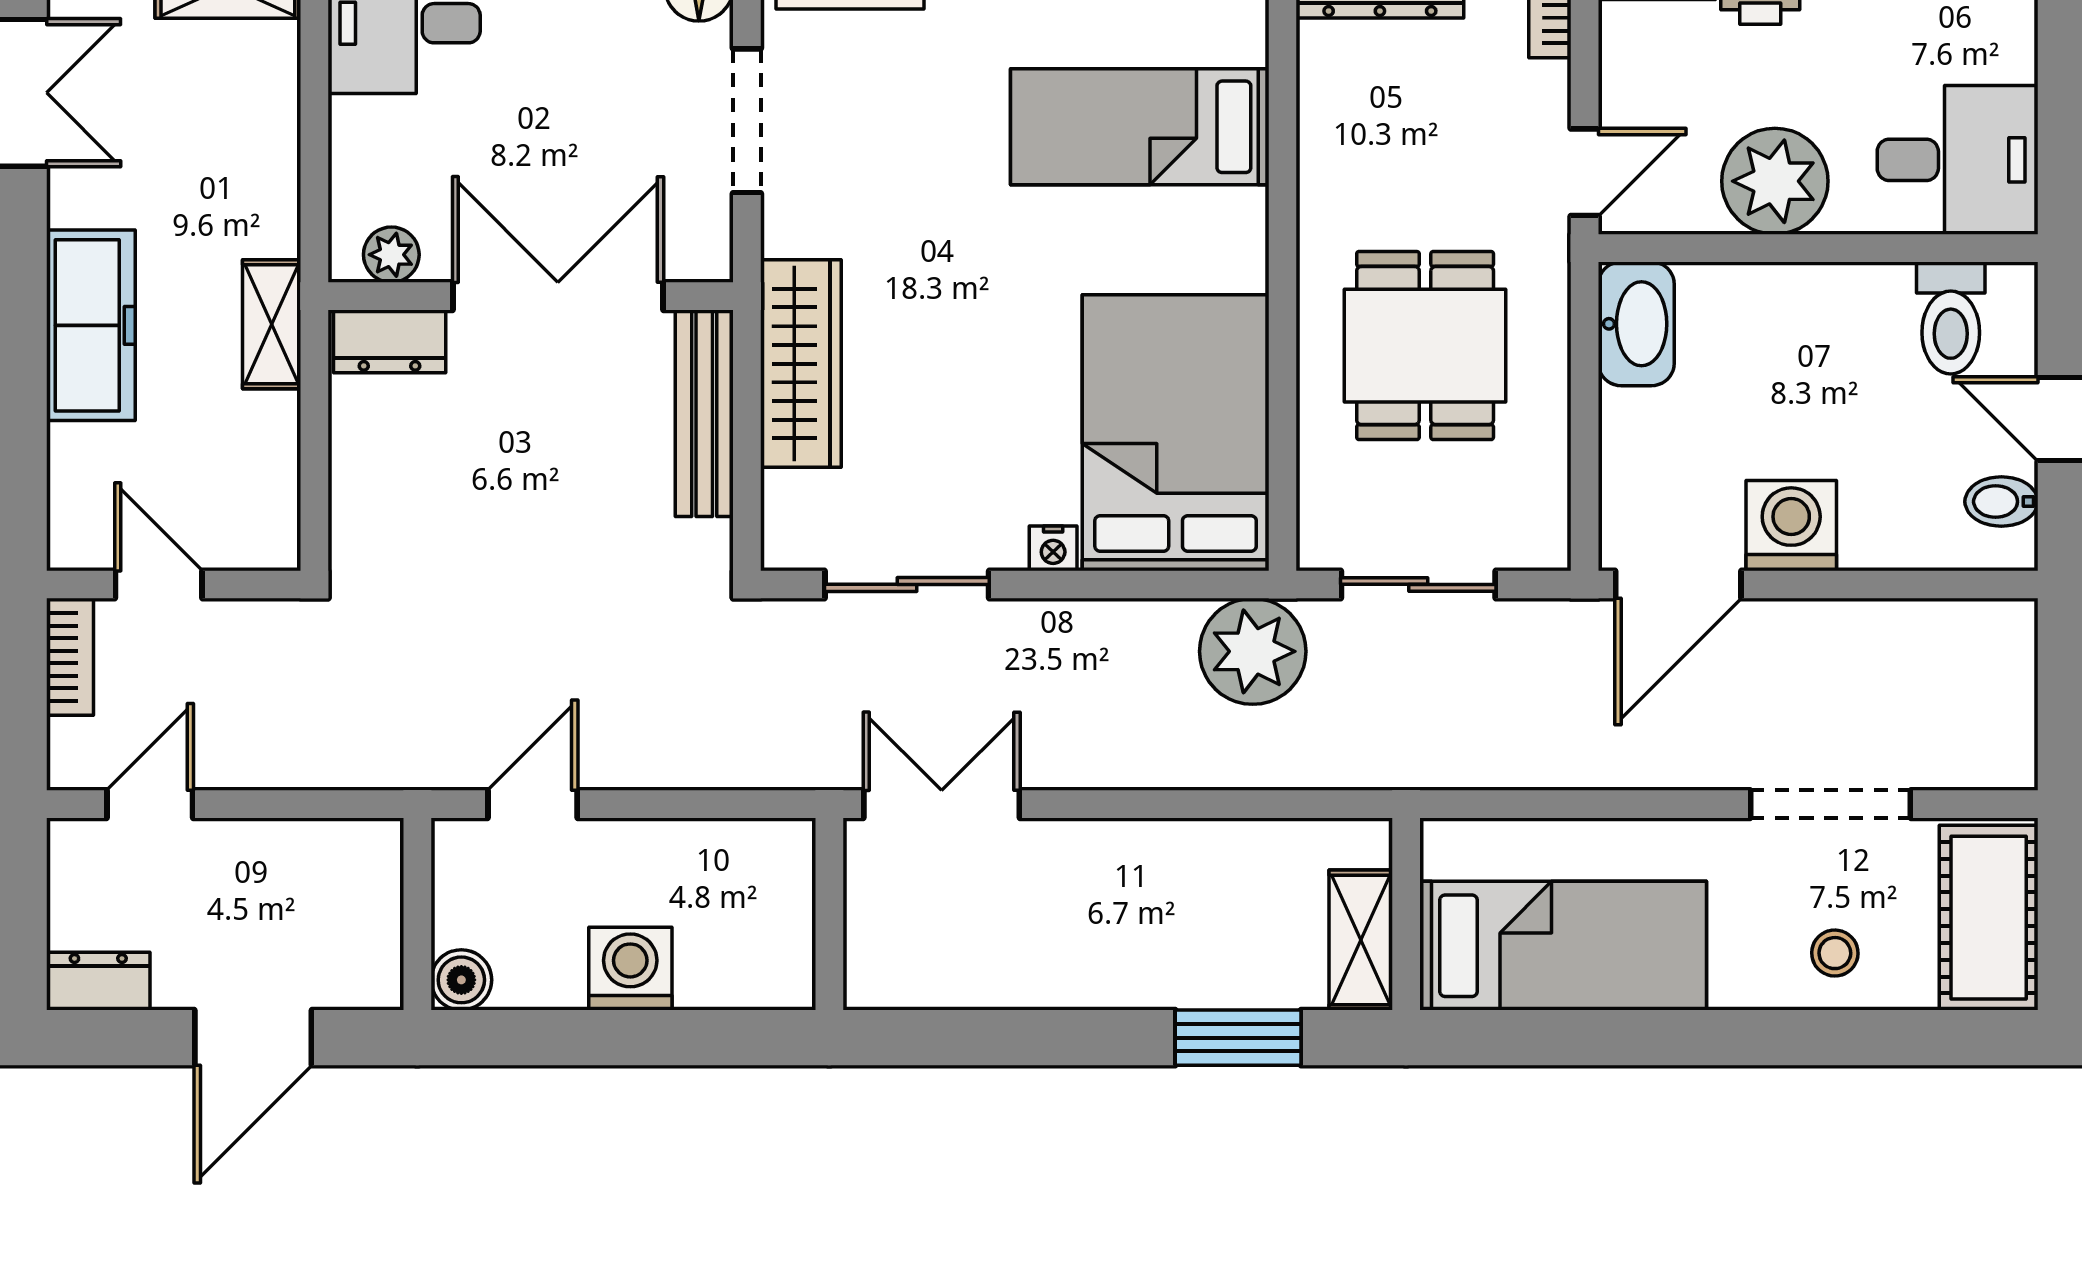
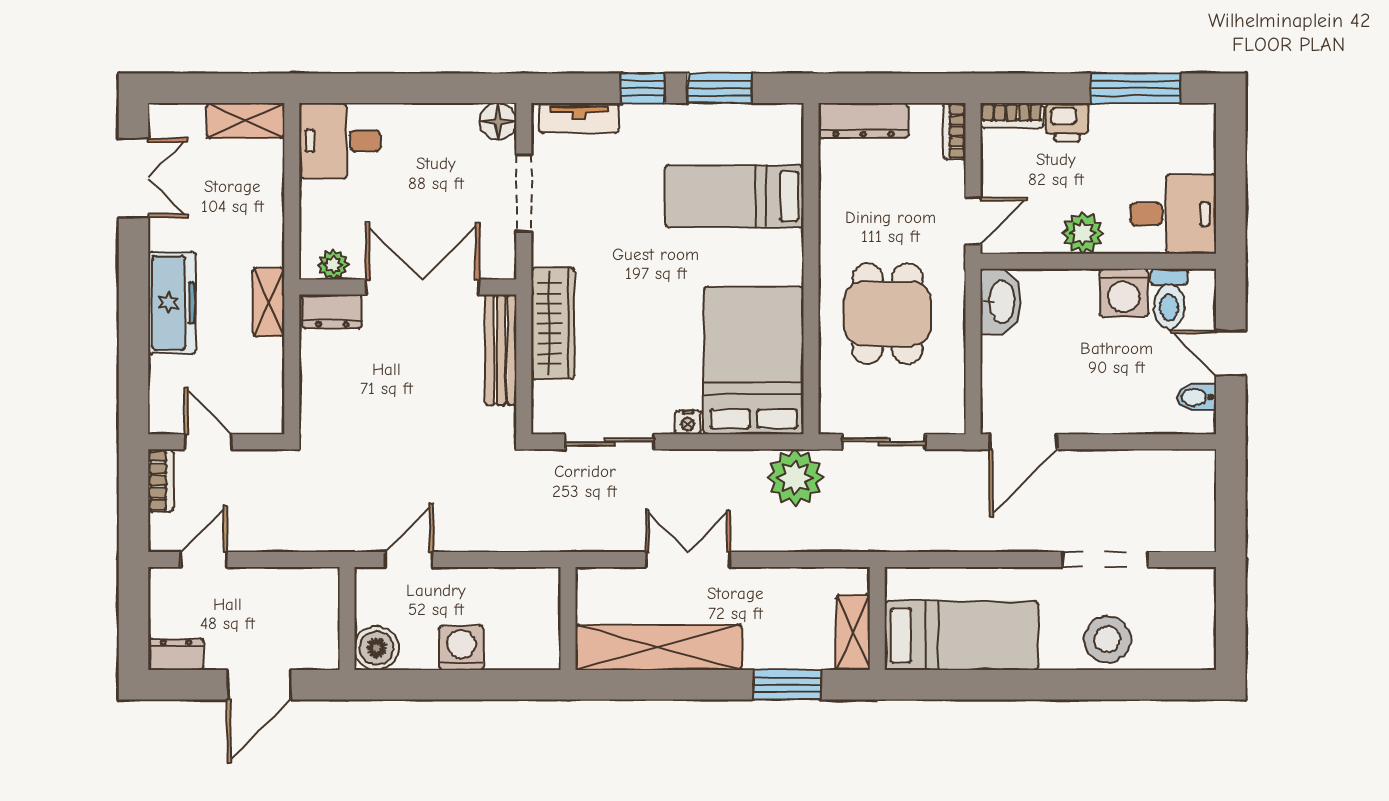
plant: (1775, 181) -> (1083, 233), width x0.73, depth x0.73
washing machine: (1791, 526) -> (1124, 293), moved, turned 180
double door: (942, 804) -> (688, 560), moved
cot: (1989, 918) -> (1190, 620), removed
stool: (1835, 953) -> (1107, 639), width x1.89, depth x1.89
shelving: (998, 968) -> (659, 647), added
boiler: (461, 980) -> (377, 648), width x1.36, depth x1.36

